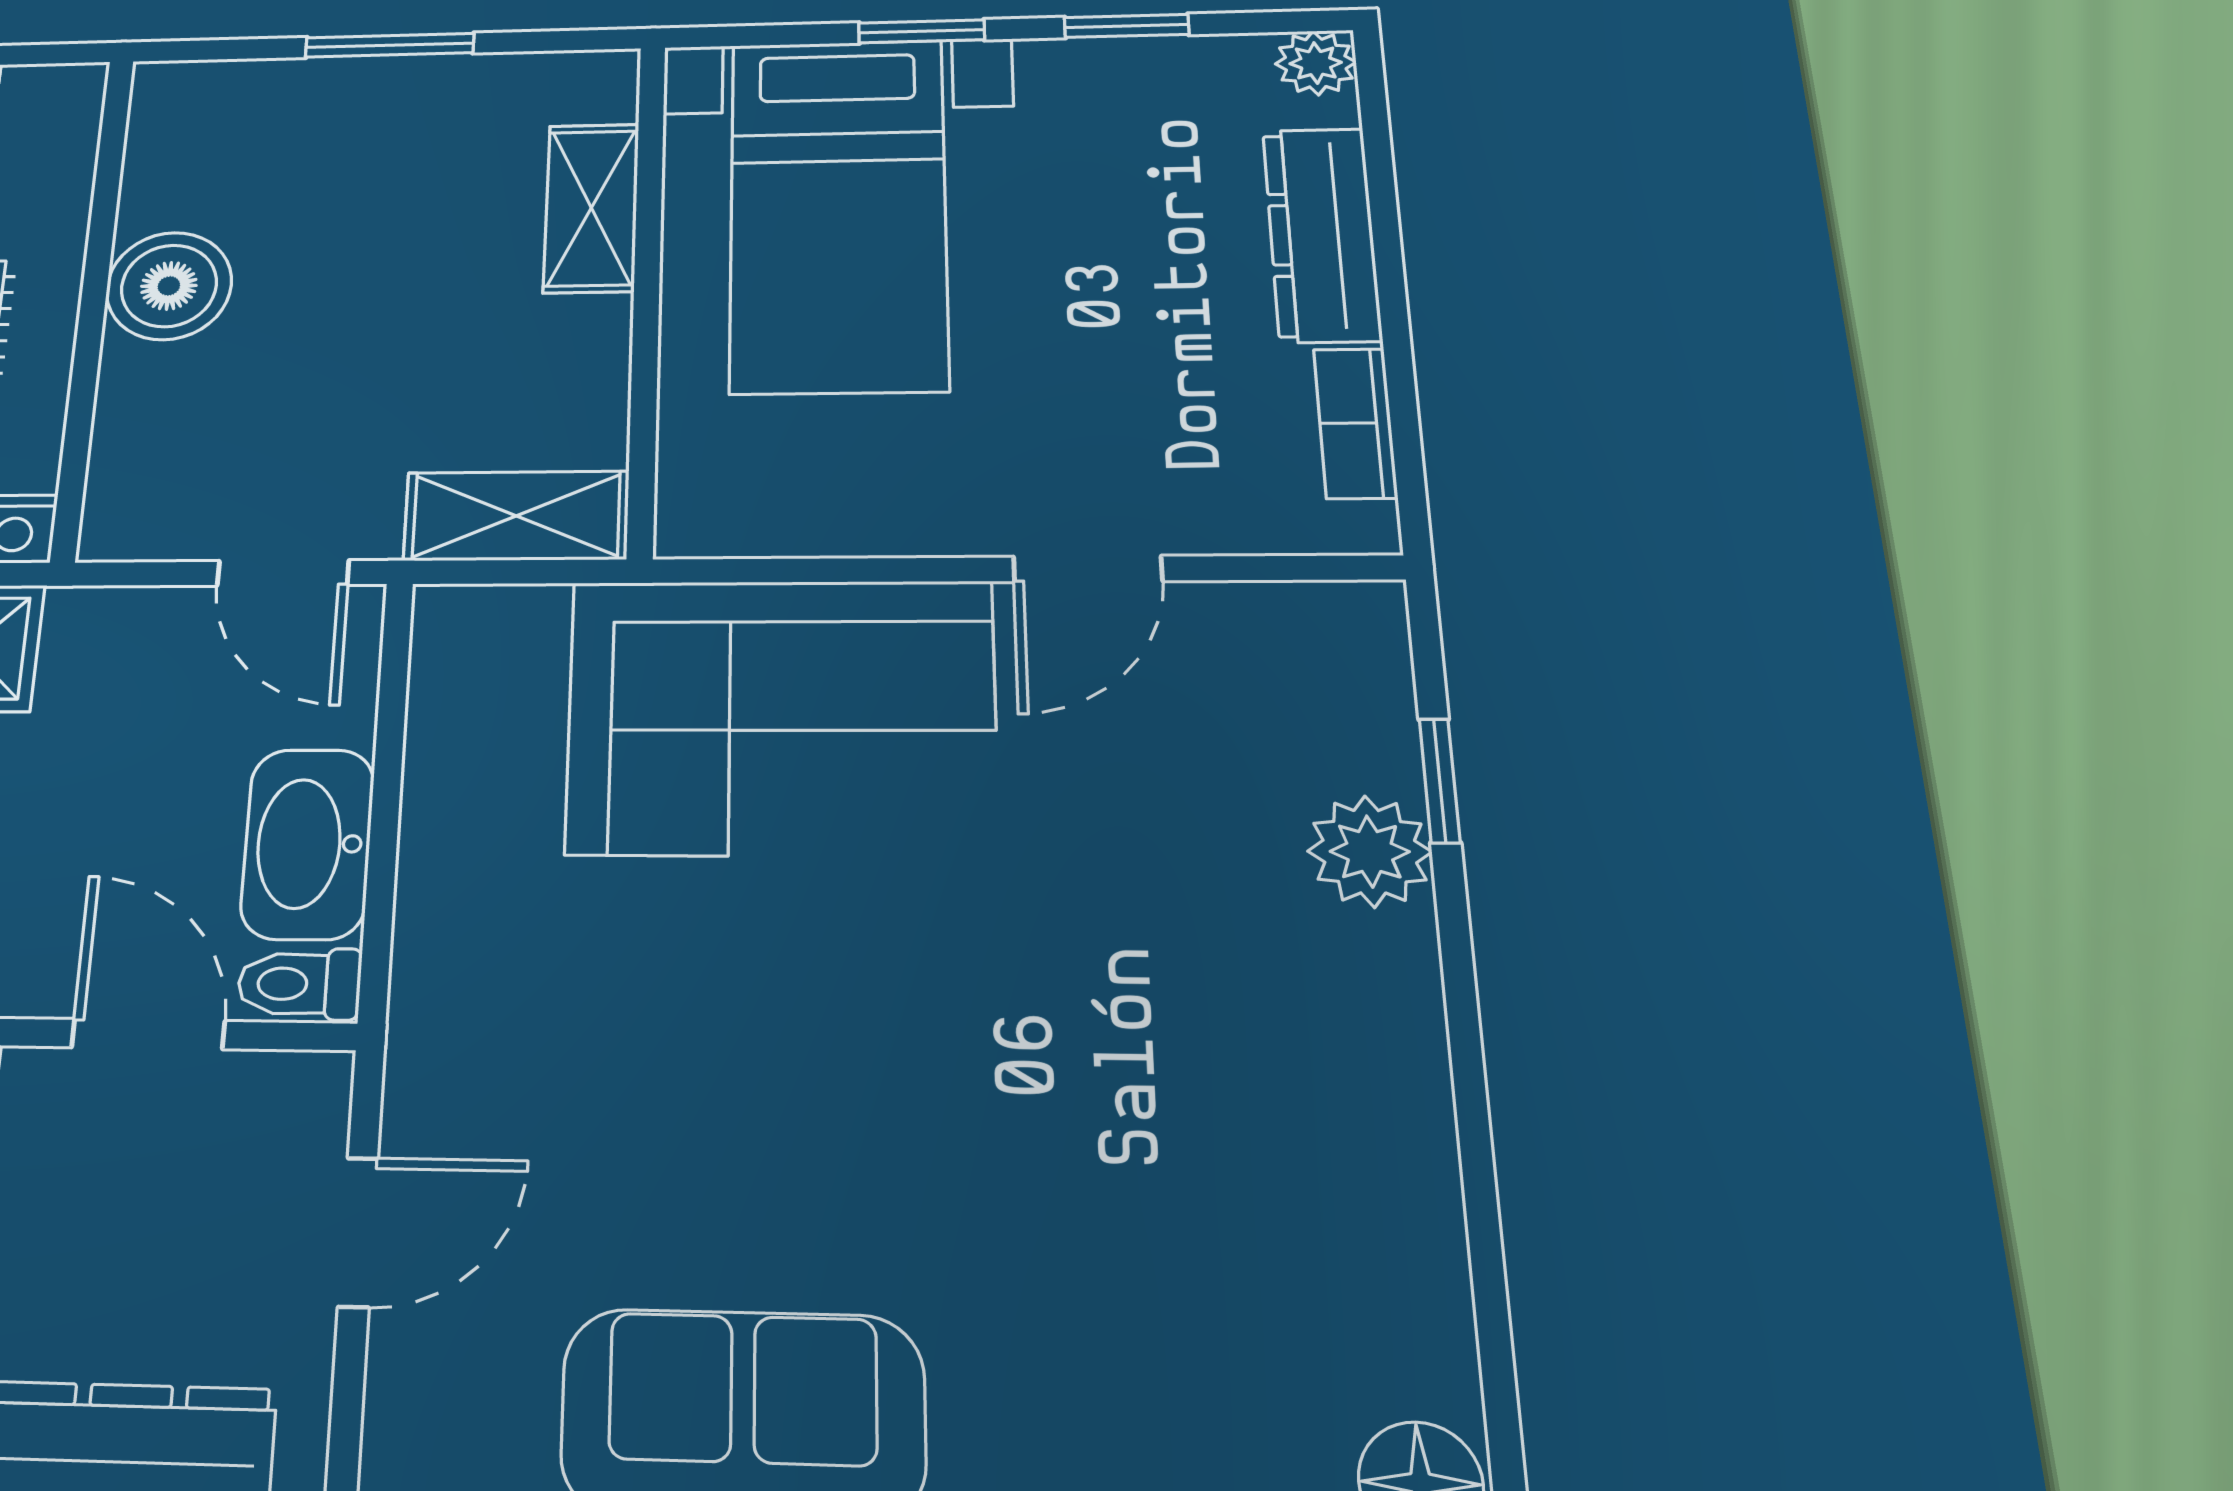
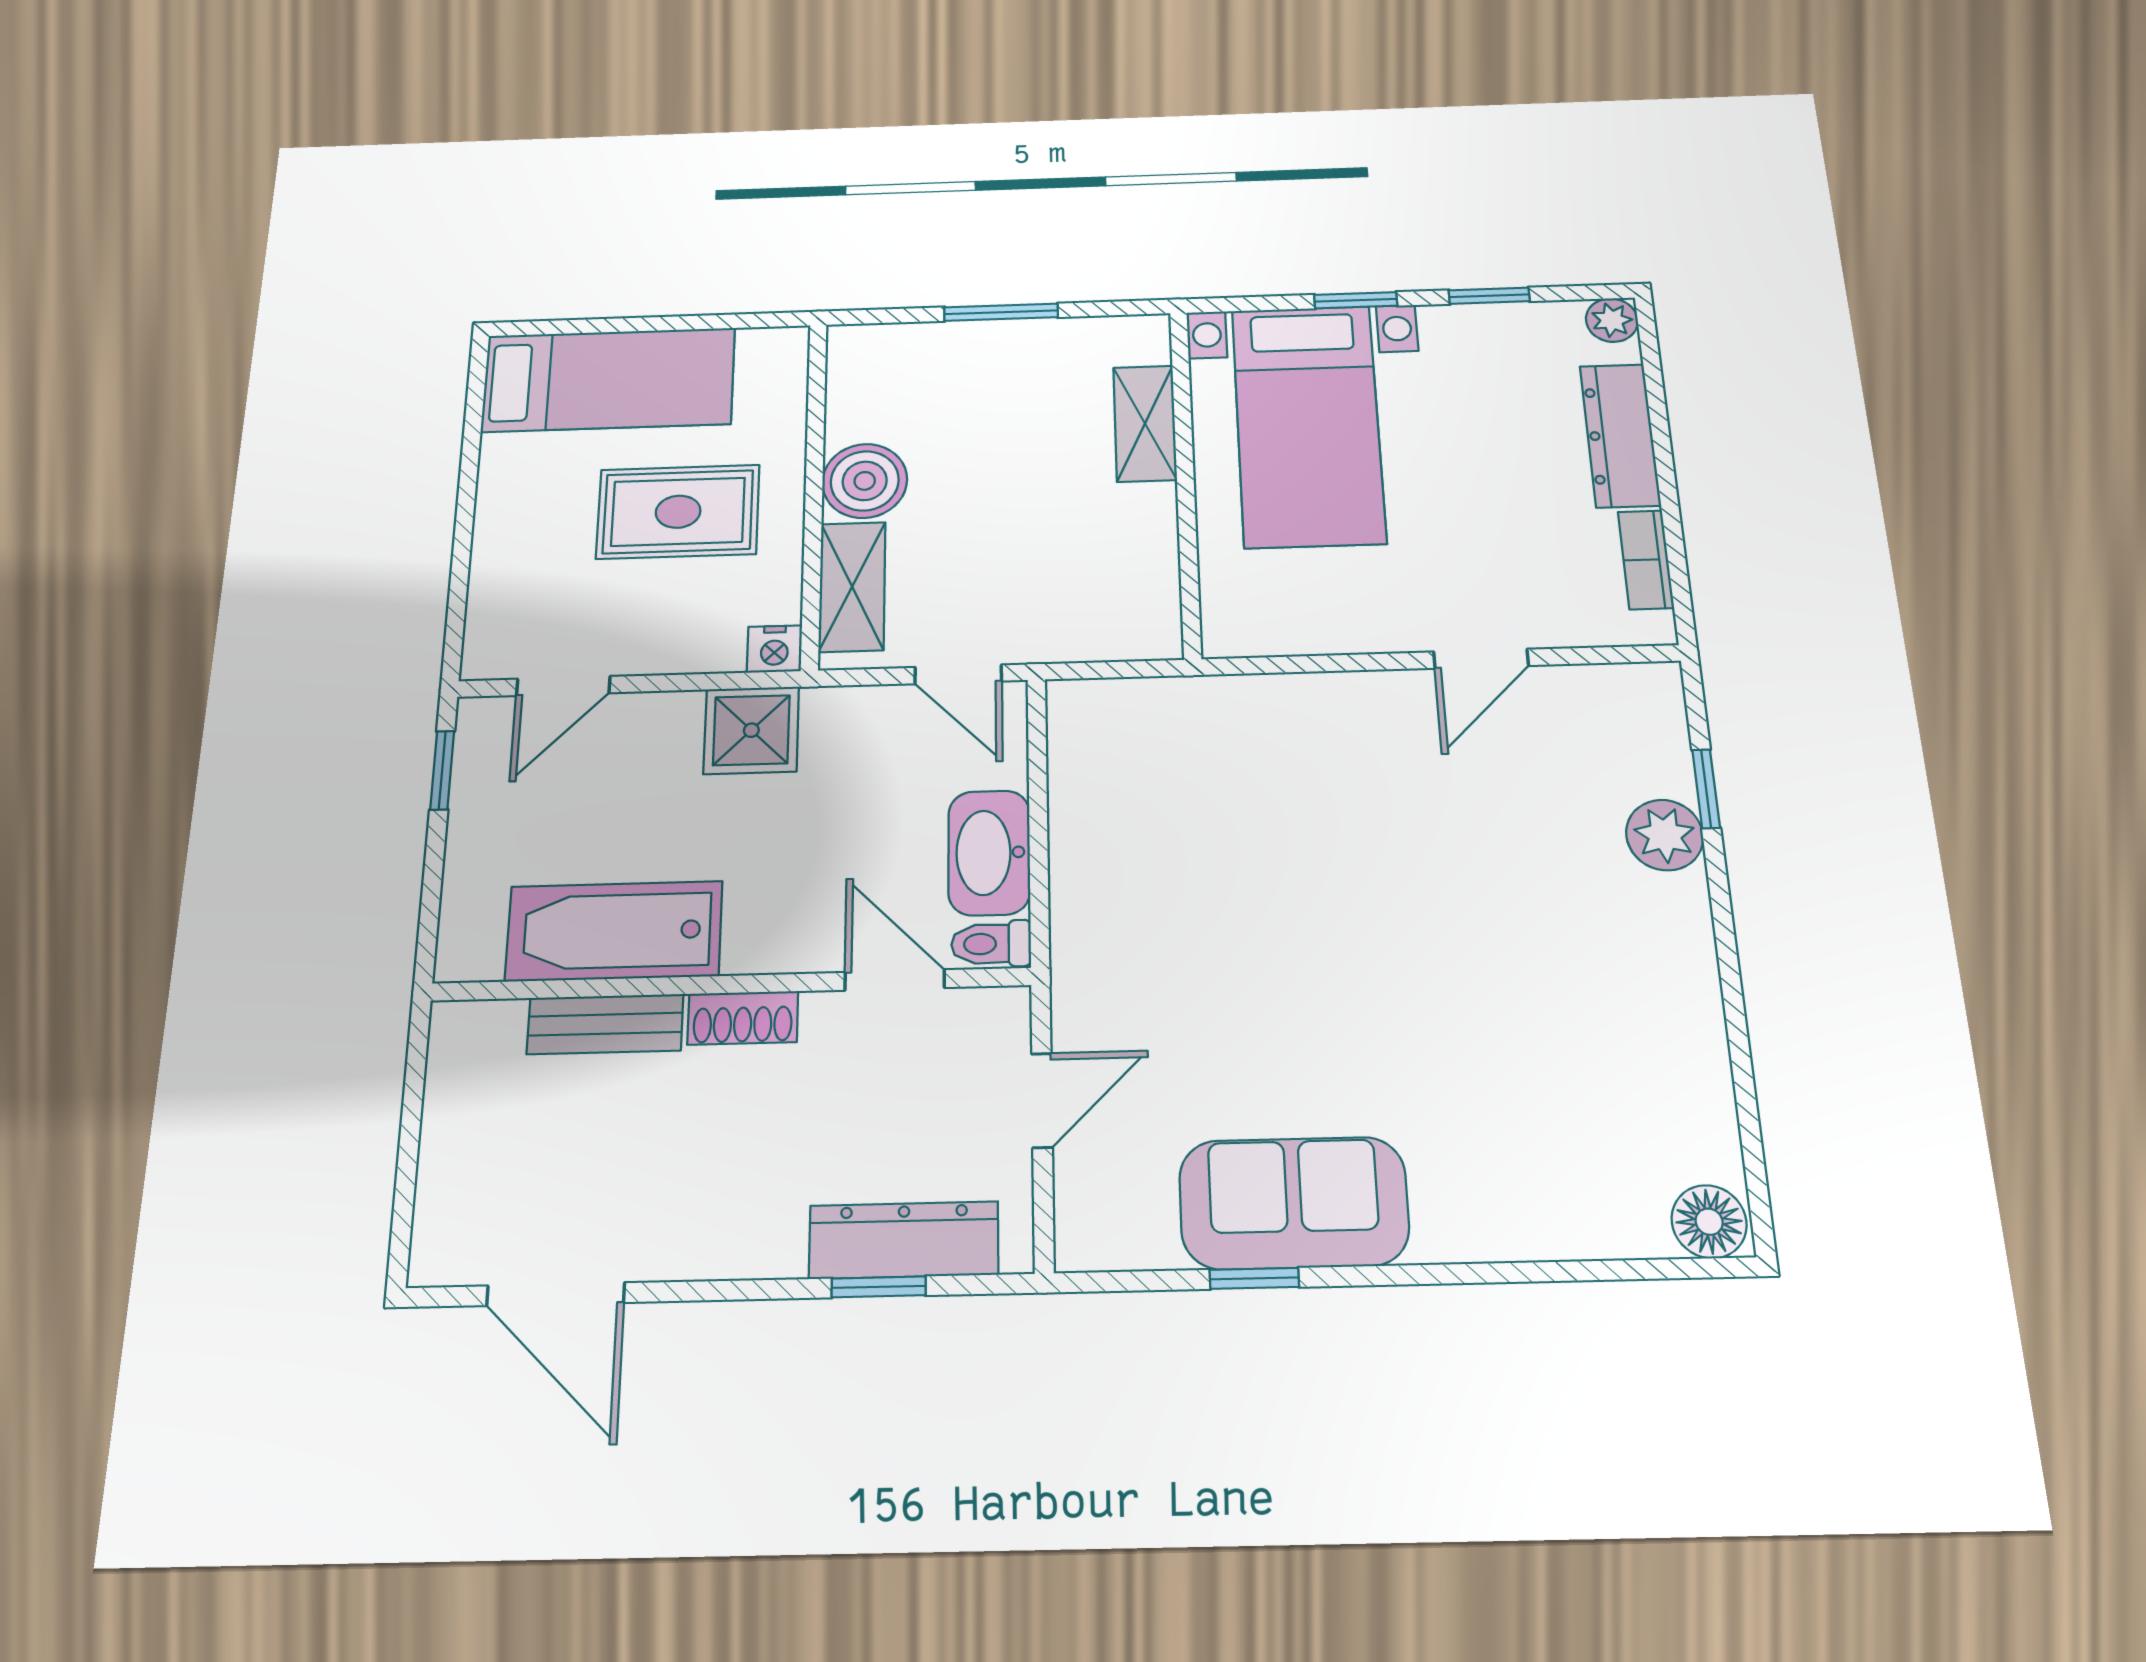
shelving: (516, 516) -> (852, 587), moved, turned 90
corner sofa: (781, 716) -> (1291, 760), removed

